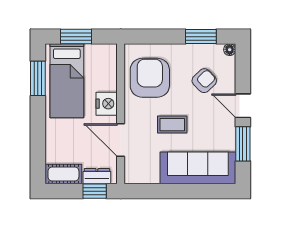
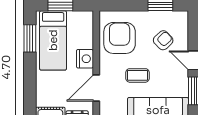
floor lamp: (230, 50) -> (184, 15), removed
door: (121, 140) -> (96, 88), hinge flipped

